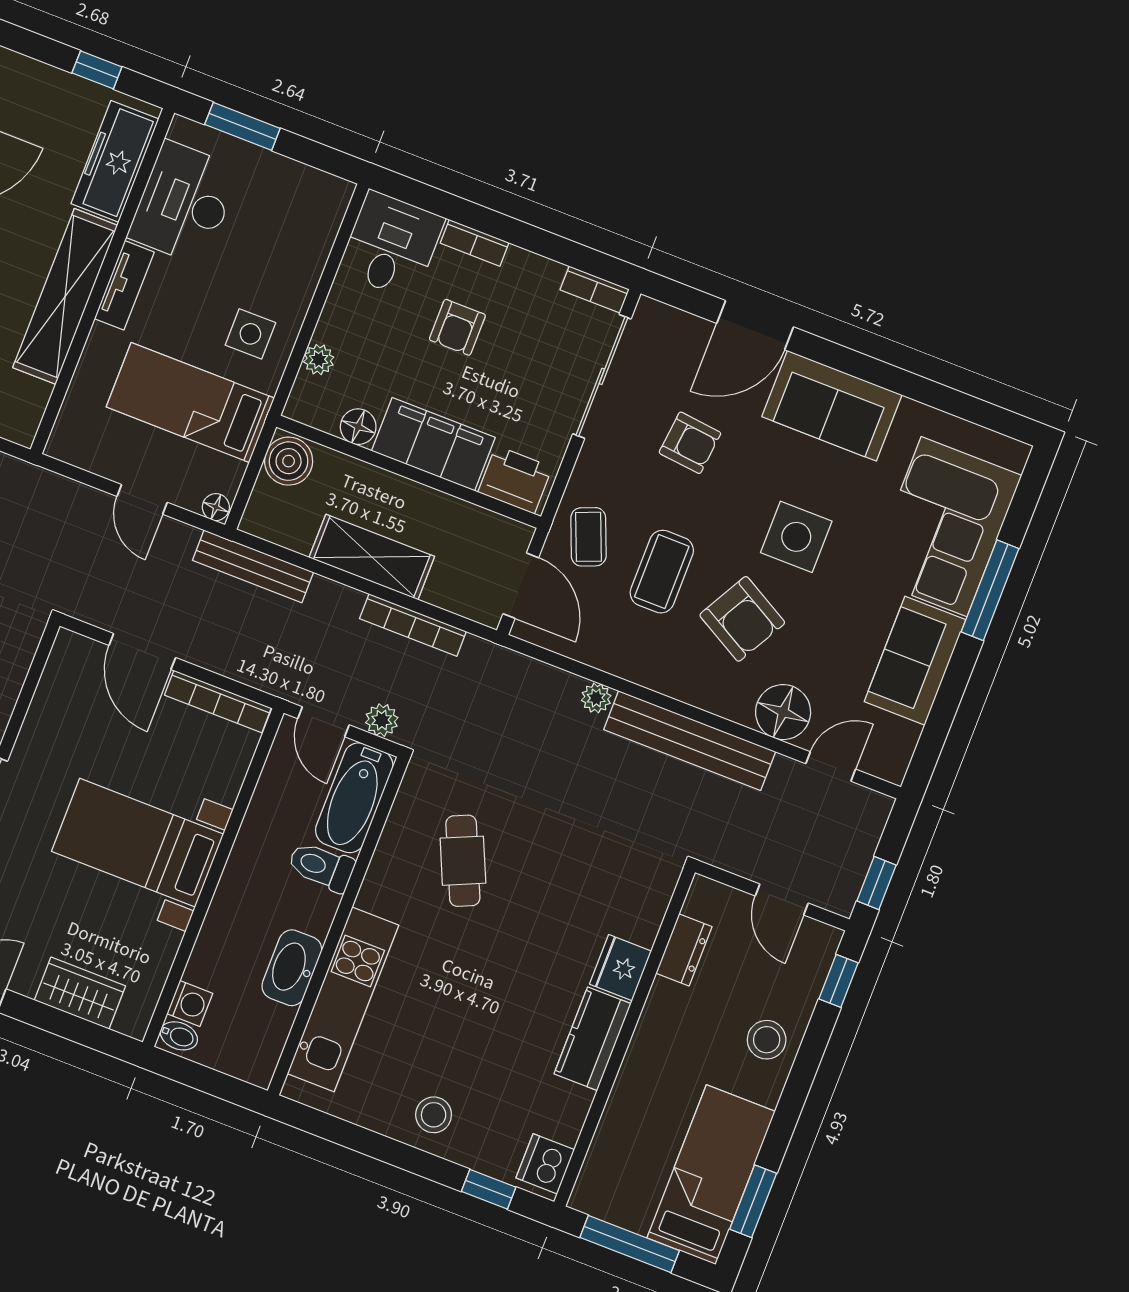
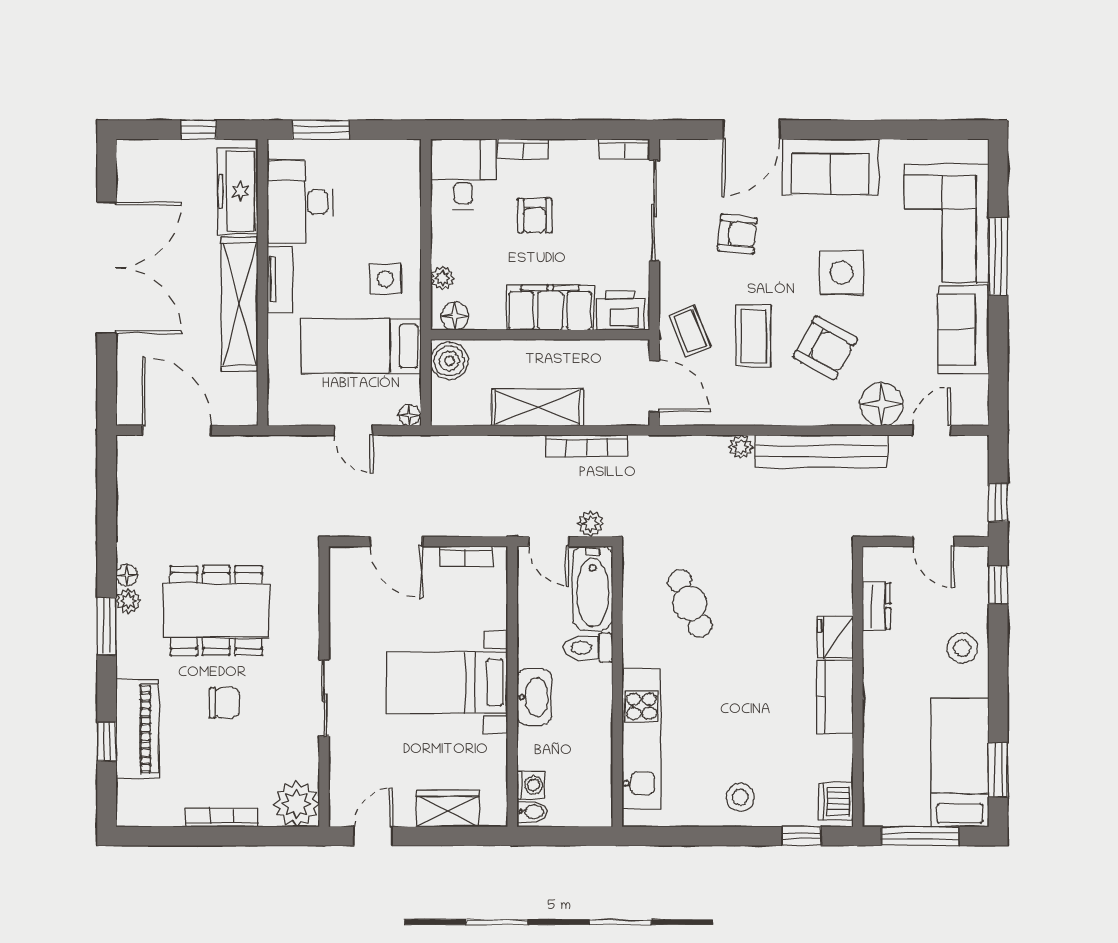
floor lamp: (358, 427) -> (455, 316), moved
bench: (253, 566) -> (453, 448), removed
bookcase: (218, 701) -> (466, 557), width x0.64
washbasin: (292, 968) -> (534, 697), moved, turned 180

